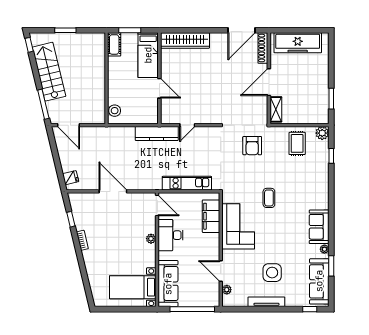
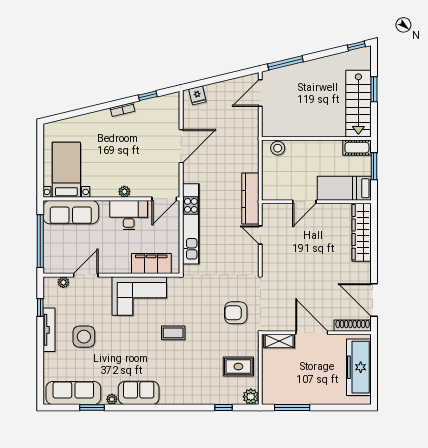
stairs: (49, 72) -> (358, 104), moved, turned 103
window: (331, 99) -> (292, 408), width x1.44
kitchen unit: (187, 183) -> (191, 224), width x1.36
window: (310, 309) -> (40, 307), moved

